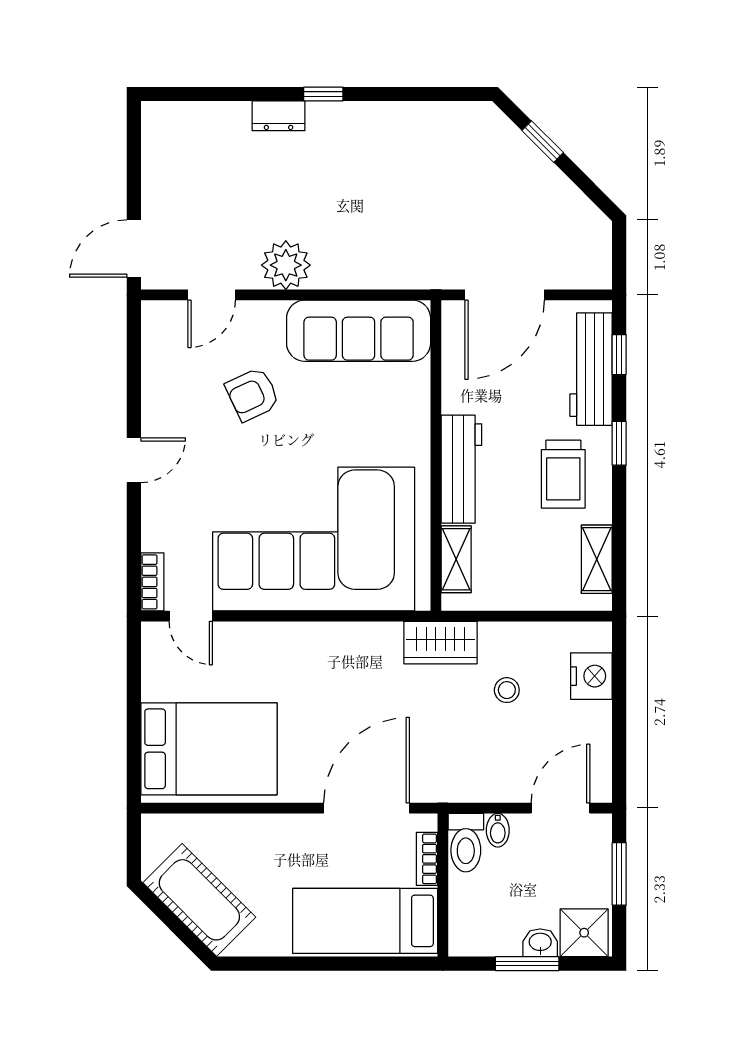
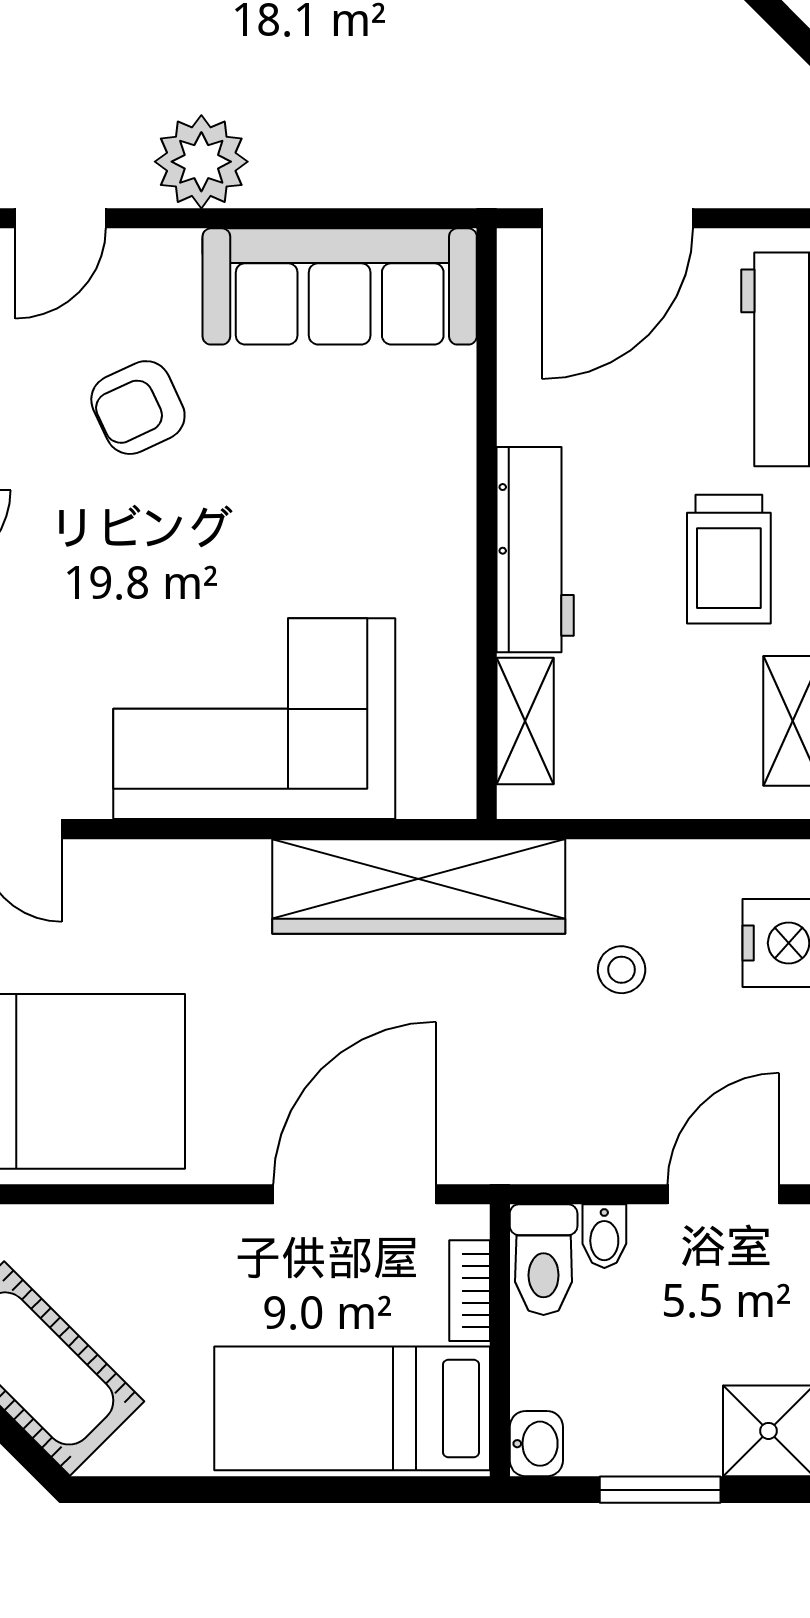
corner sofa: (314, 539) -> (254, 719), width x0.73, depth x0.74
wardrobe: (440, 643) -> (419, 886), width x2.10, depth x1.17
washbasin: (540, 943) -> (536, 1444), moved, turned 90

